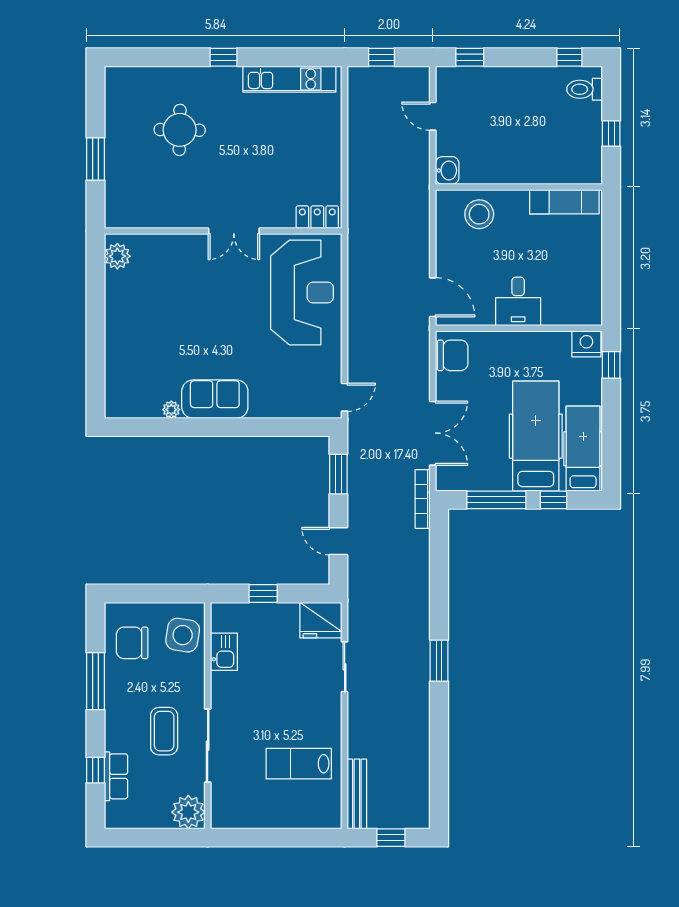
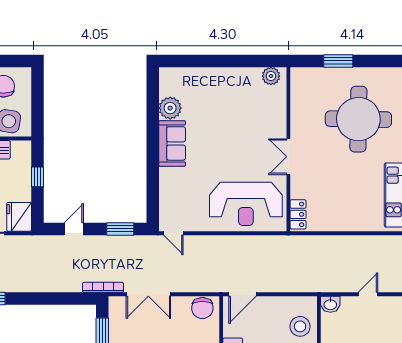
round table: (180, 130) -> (358, 119), width x1.86, depth x1.86
plant: (171, 410) -> (170, 108), width x1.88, depth x1.88

